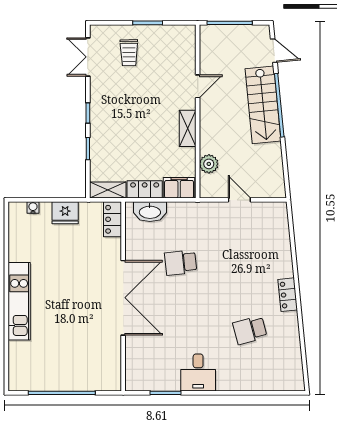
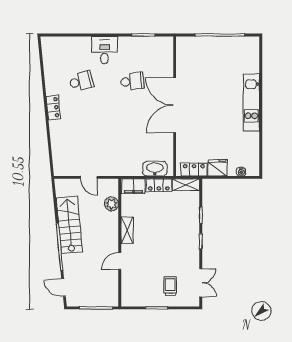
stairs: (263, 105) -> (69, 225), moved
locker: (113, 219) -> (194, 169), moved, turned -90
school desk: (181, 263) -> (132, 81), moved
desk: (198, 372) -> (104, 50), moved

